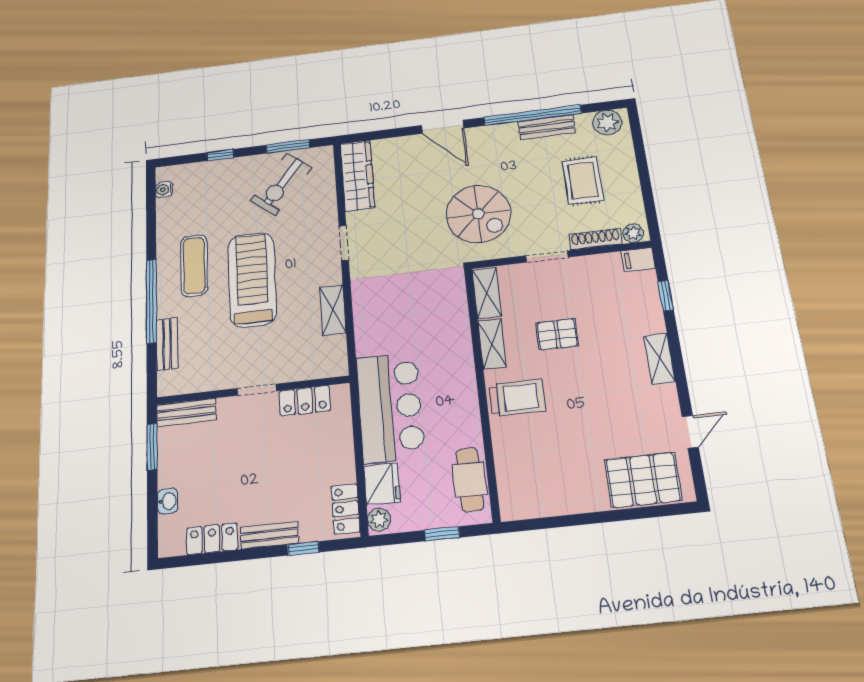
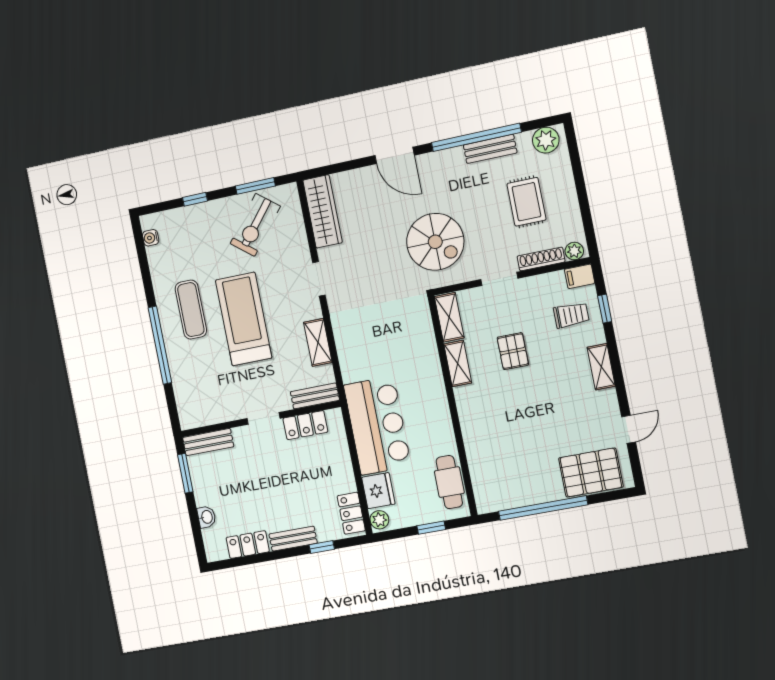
pallet: (557, 334) -> (513, 351), turned 90
bench: (167, 344) -> (315, 396), moved, turned 90
trolley: (517, 398) -> (571, 315), moved, width x0.73, depth x0.72
window: (582, 519) -> (543, 508), added

